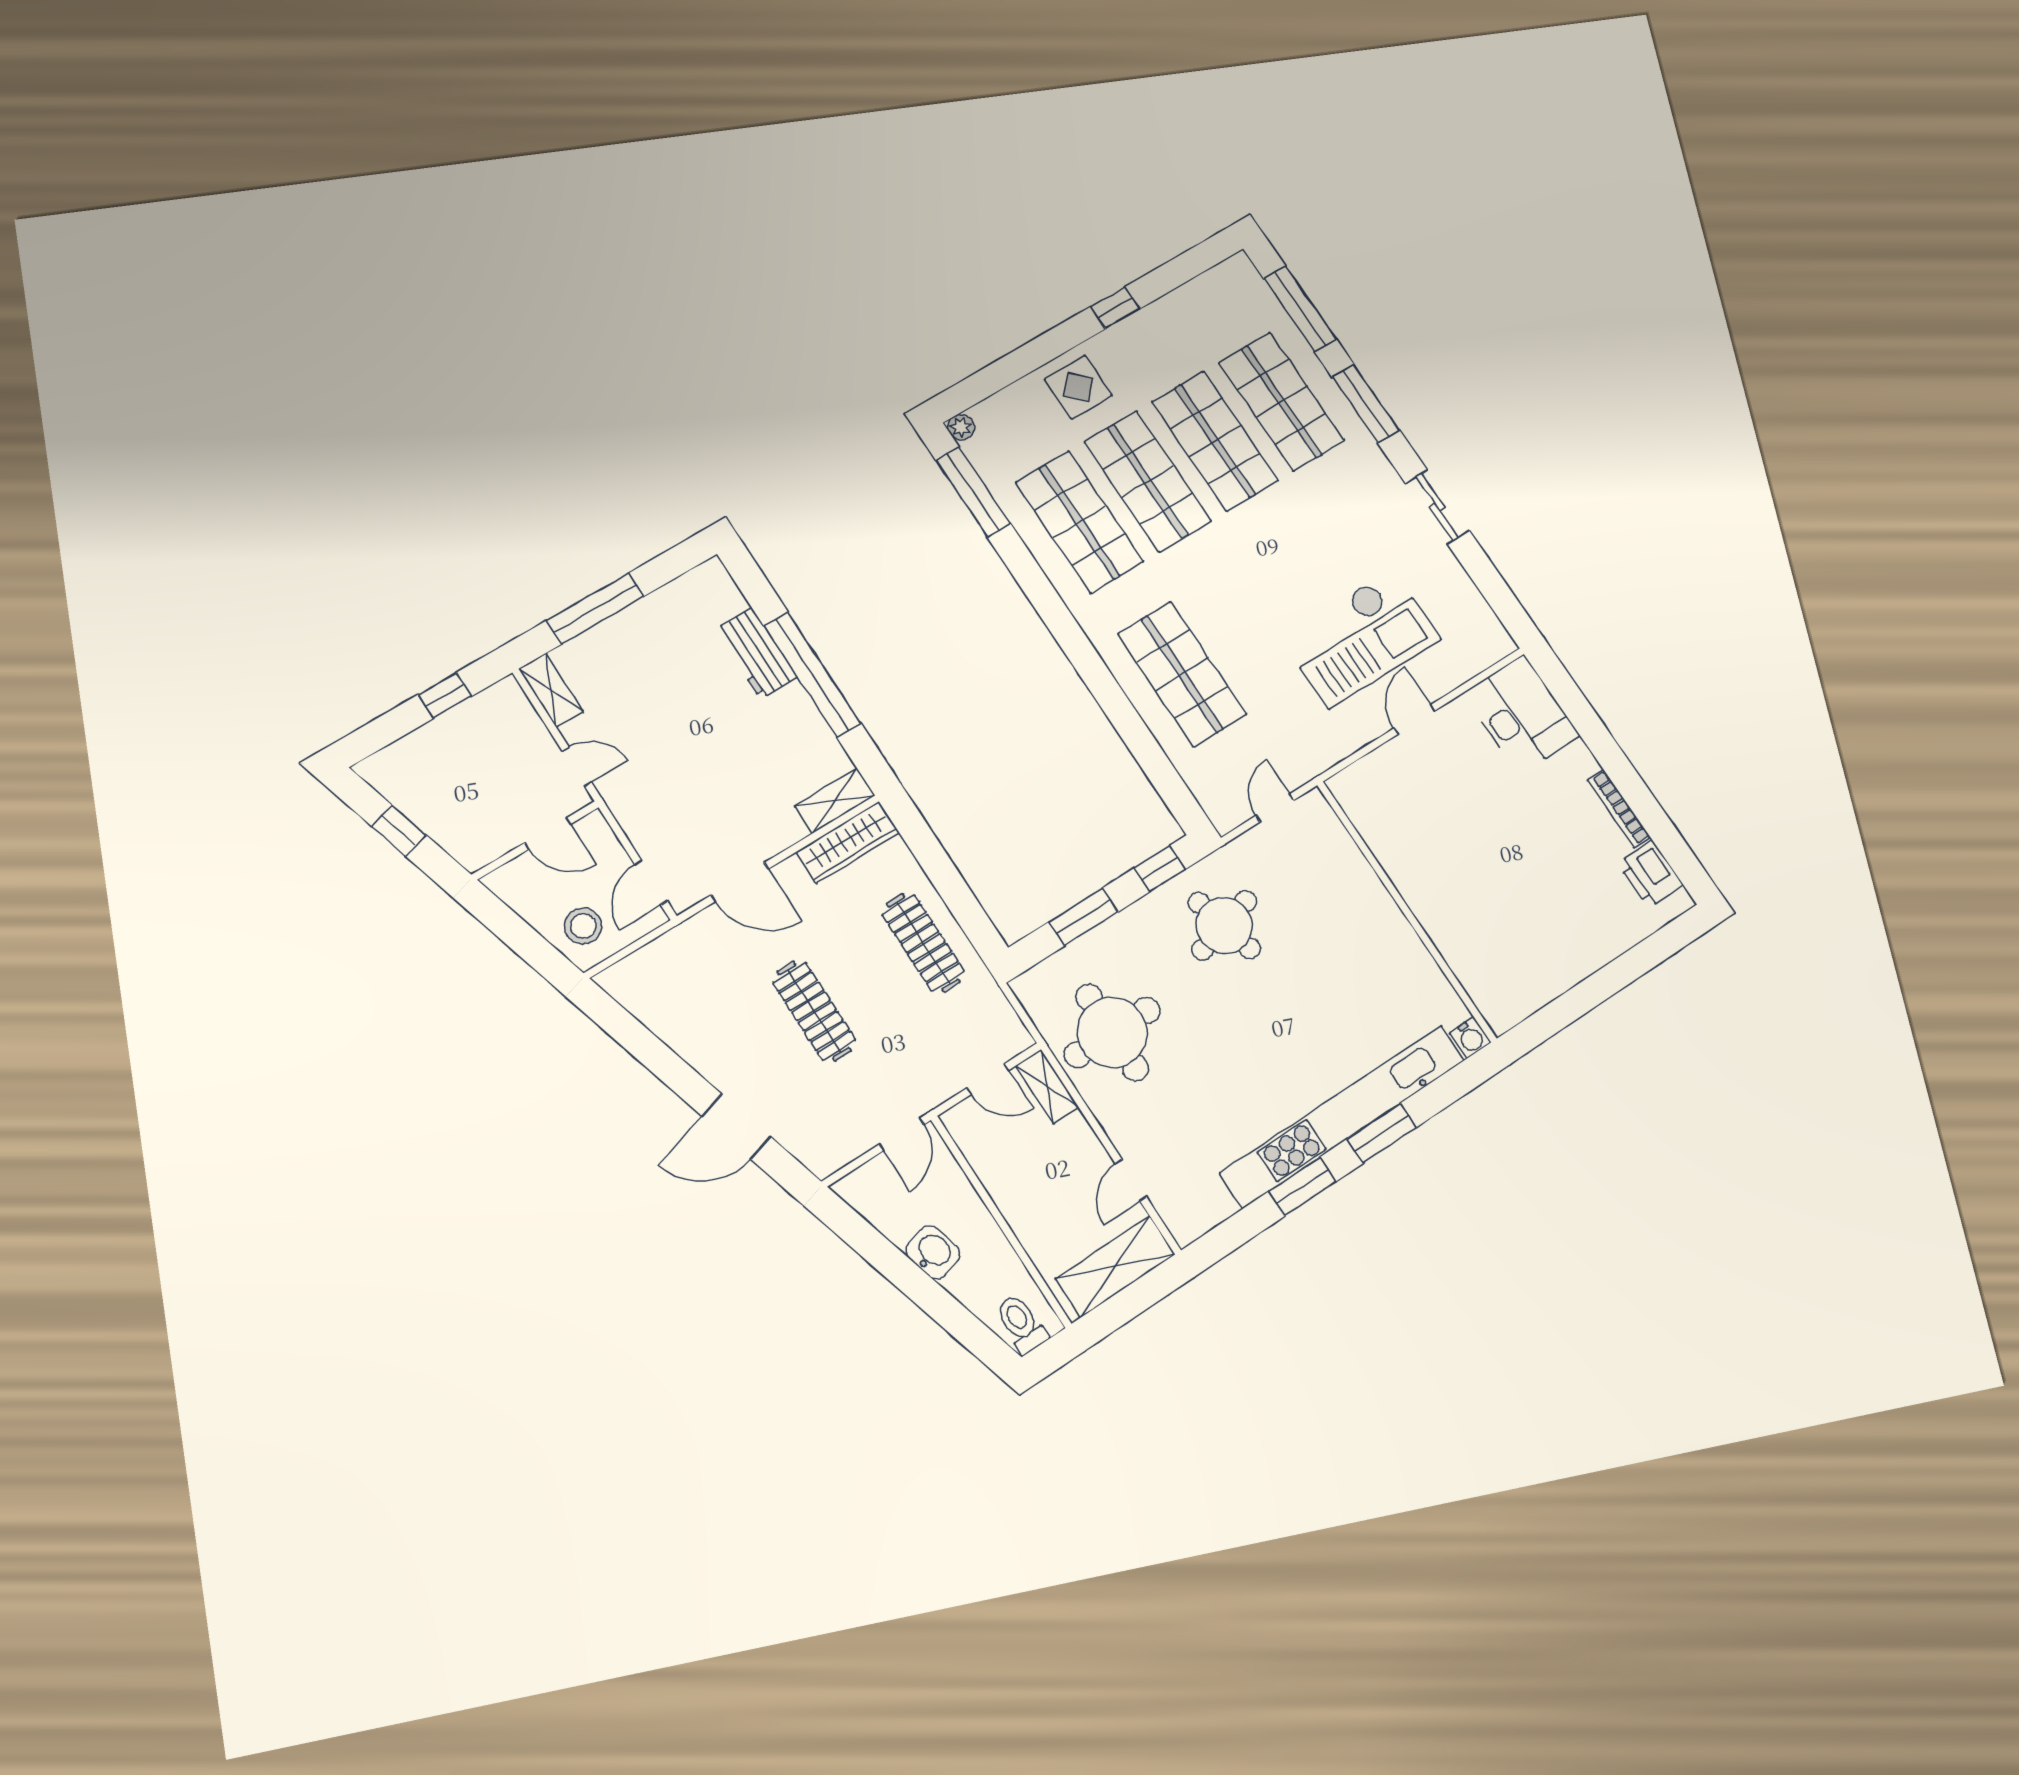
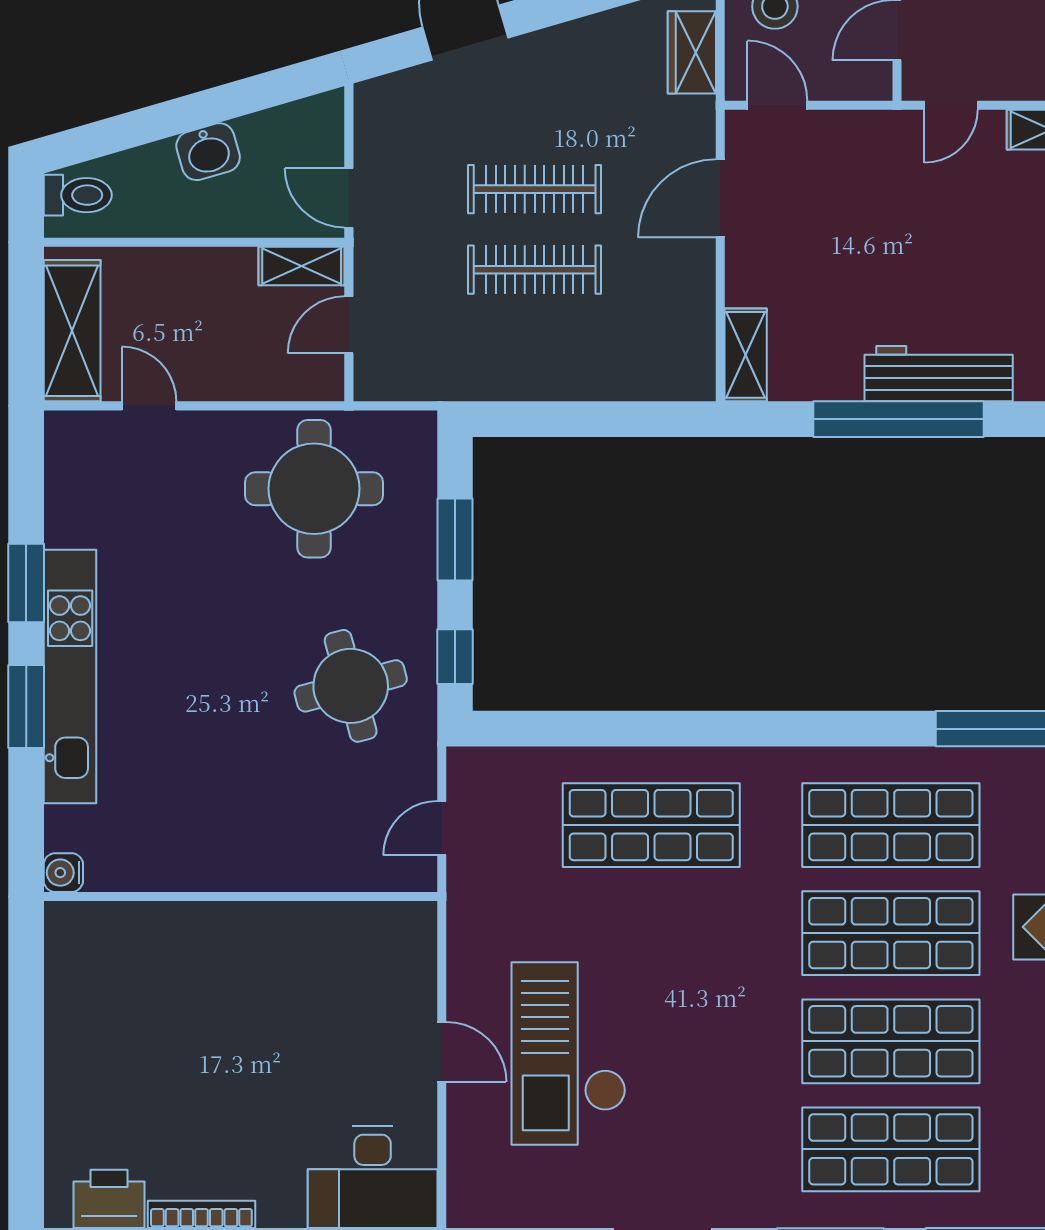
workbench: (756, 653) -> (939, 374), width x1.37
door: (1275, 808) -> (442, 828), swing flipped
wardrobe: (848, 842) -> (692, 52), moved, width x0.67
clothes rail: (923, 943) -> (535, 270), moved
shelving: (1047, 1086) -> (302, 266), moved
kitchen unit: (1343, 1116) -> (70, 677), width x0.73

